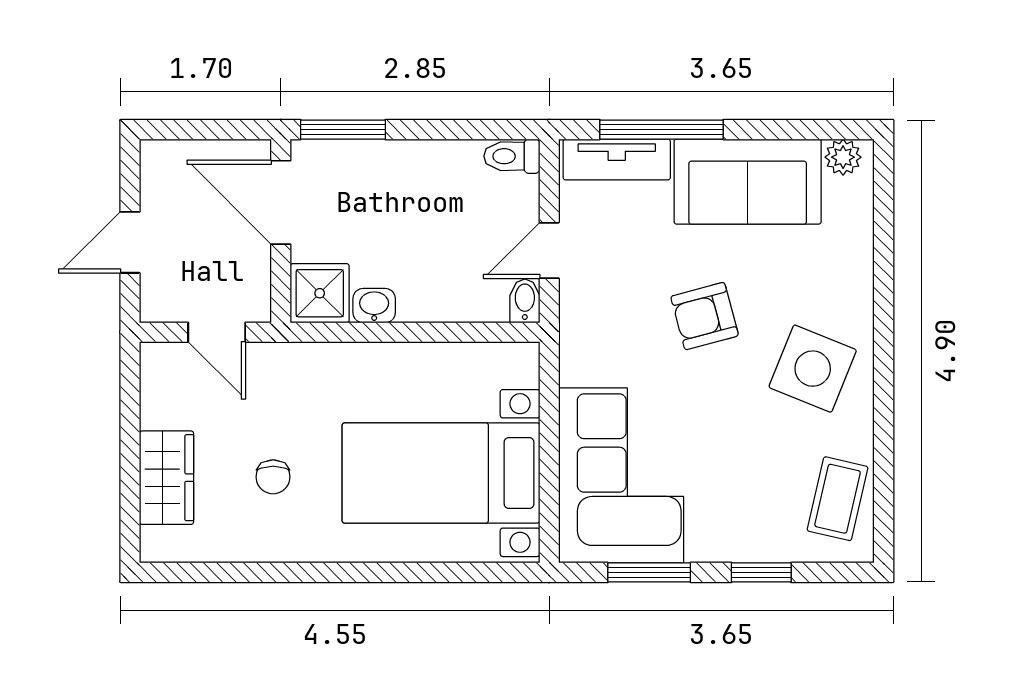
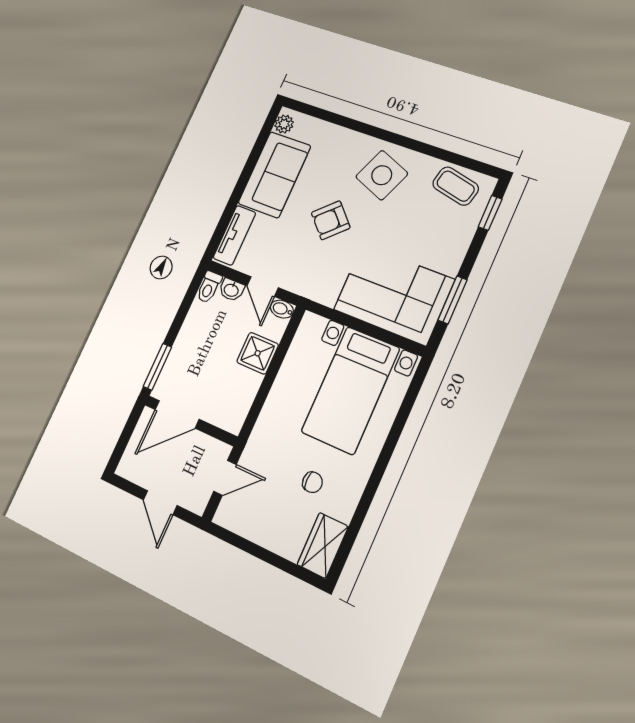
window: (661, 130) -> (230, 208), removed
shower: (320, 293) -> (258, 353), moved
washbasin: (374, 306) -> (231, 290), moved, turned -90
armchair: (705, 316) -> (331, 220), turned 61
wardrobe: (167, 478) -> (323, 545), moved, turned -90
window: (761, 572) -> (490, 213), moved

